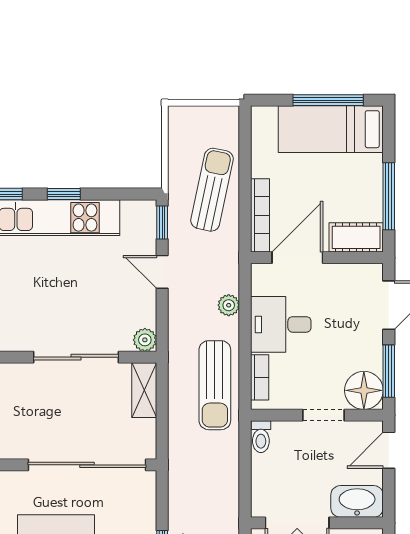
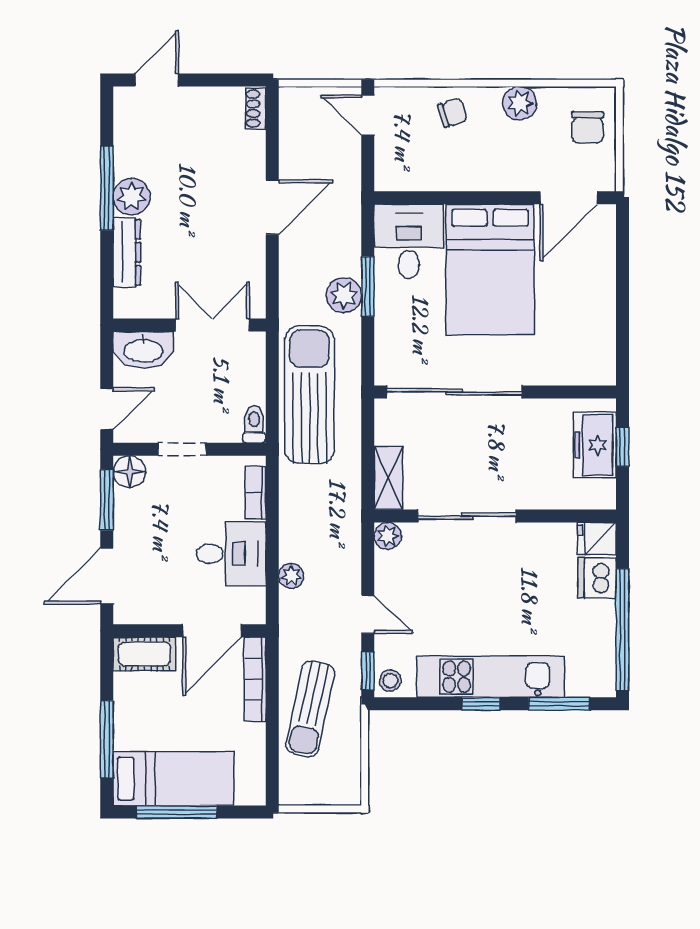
window: (389, 196) -> (107, 739), moved
stool: (143, 214) -> (390, 681), added
sun lounger: (215, 385) -> (309, 395), moved, width x1.36, depth x1.34
floor lamp: (364, 390) -> (129, 472), width x0.73, depth x0.73

